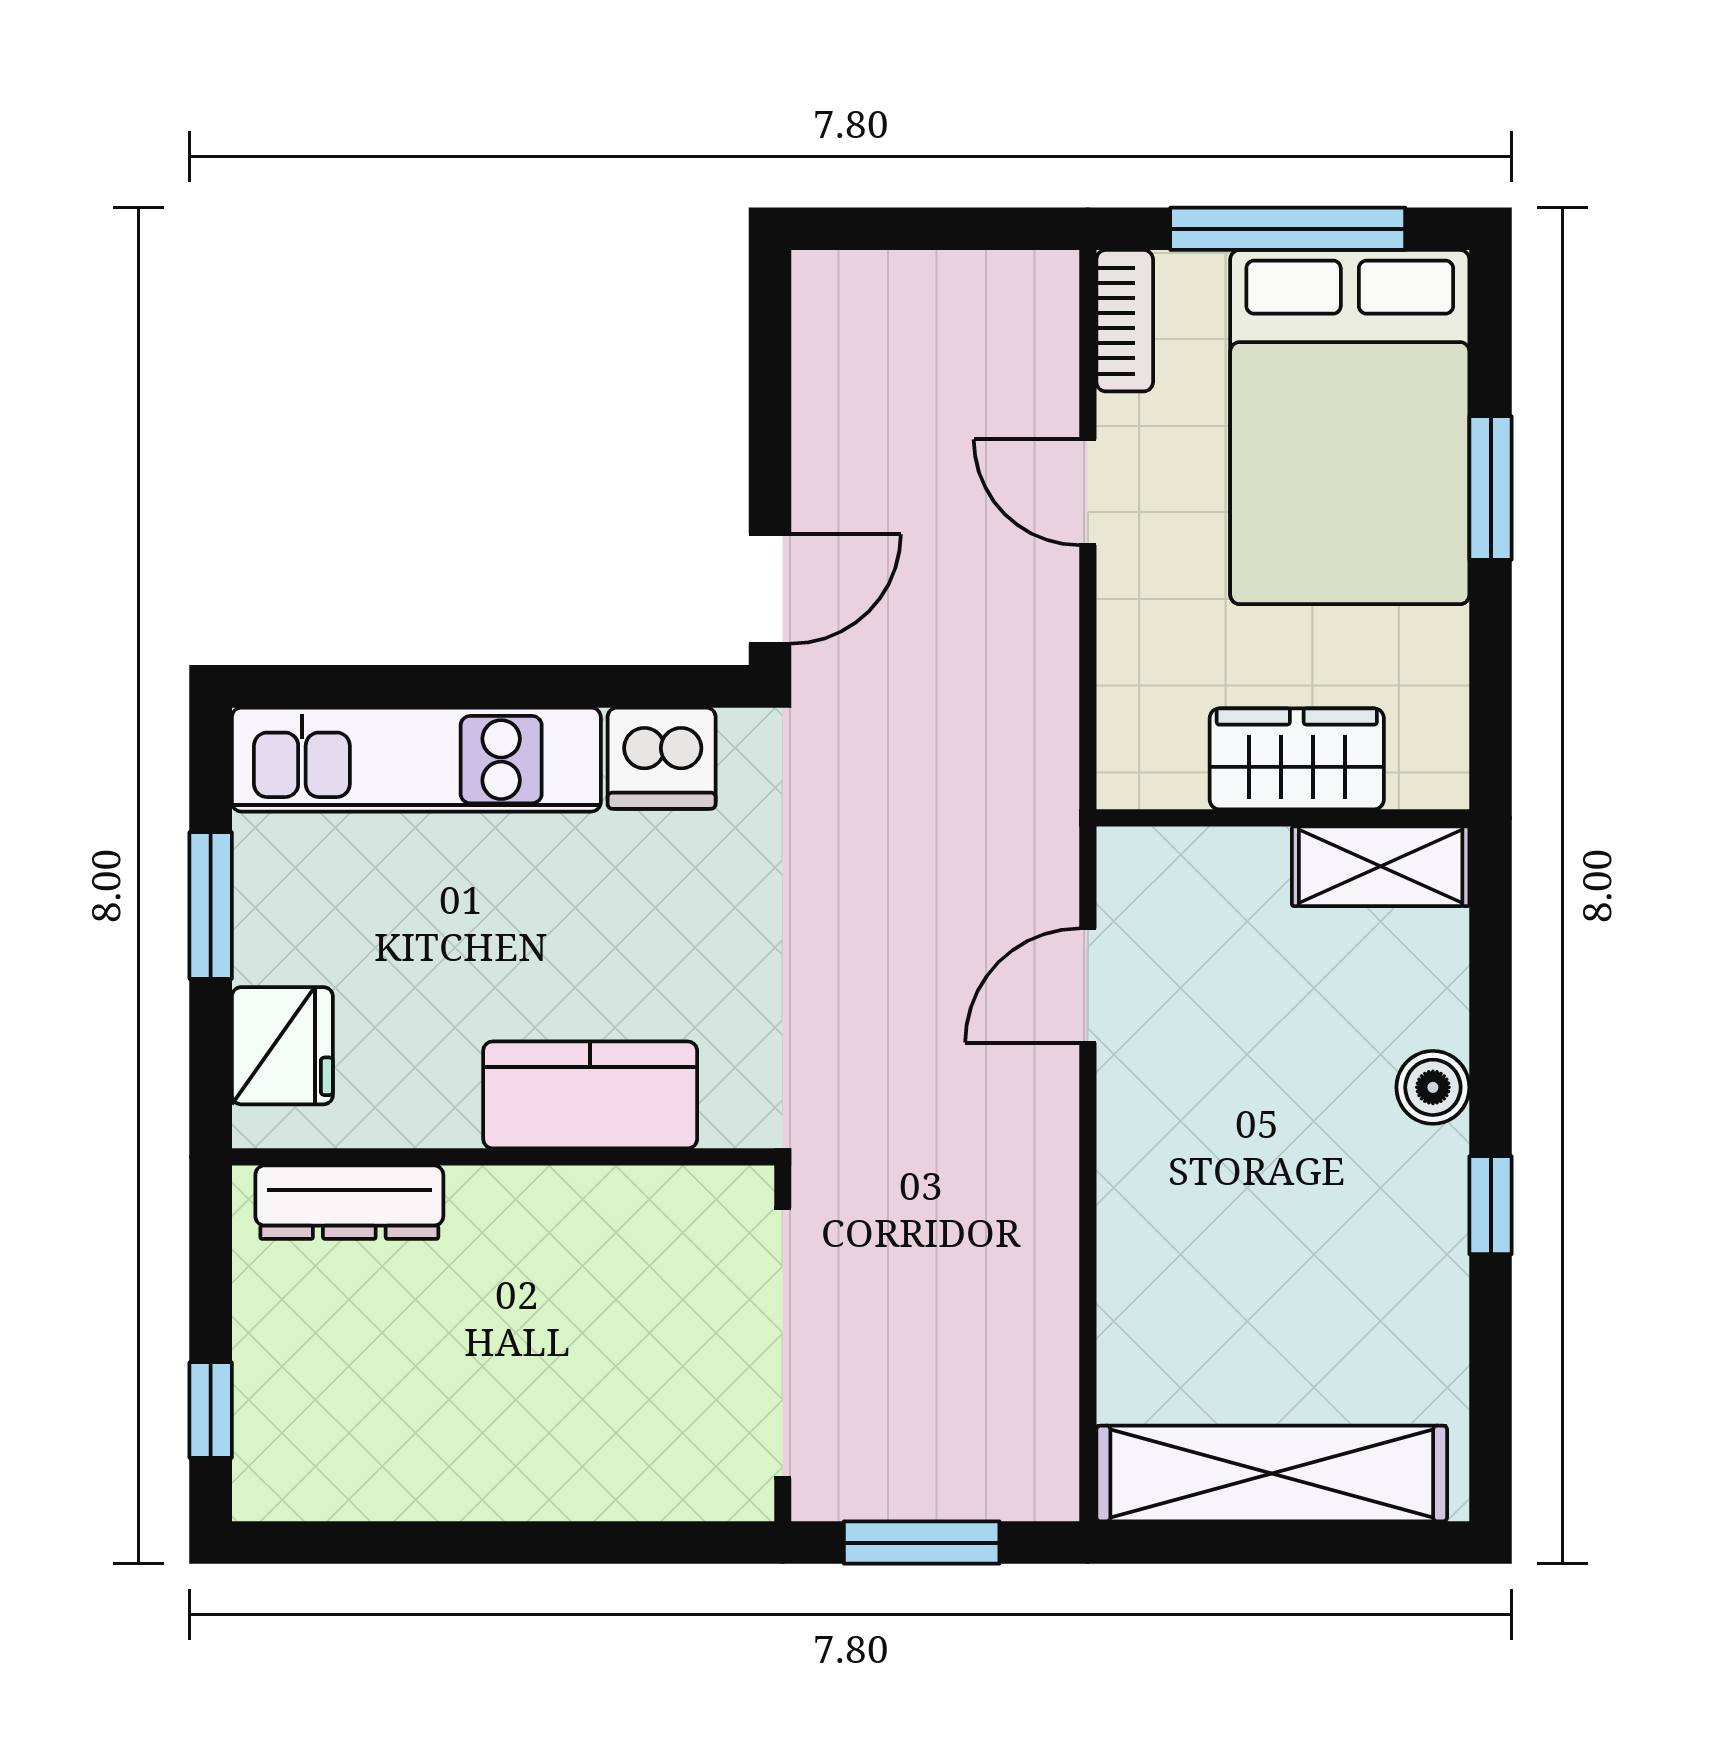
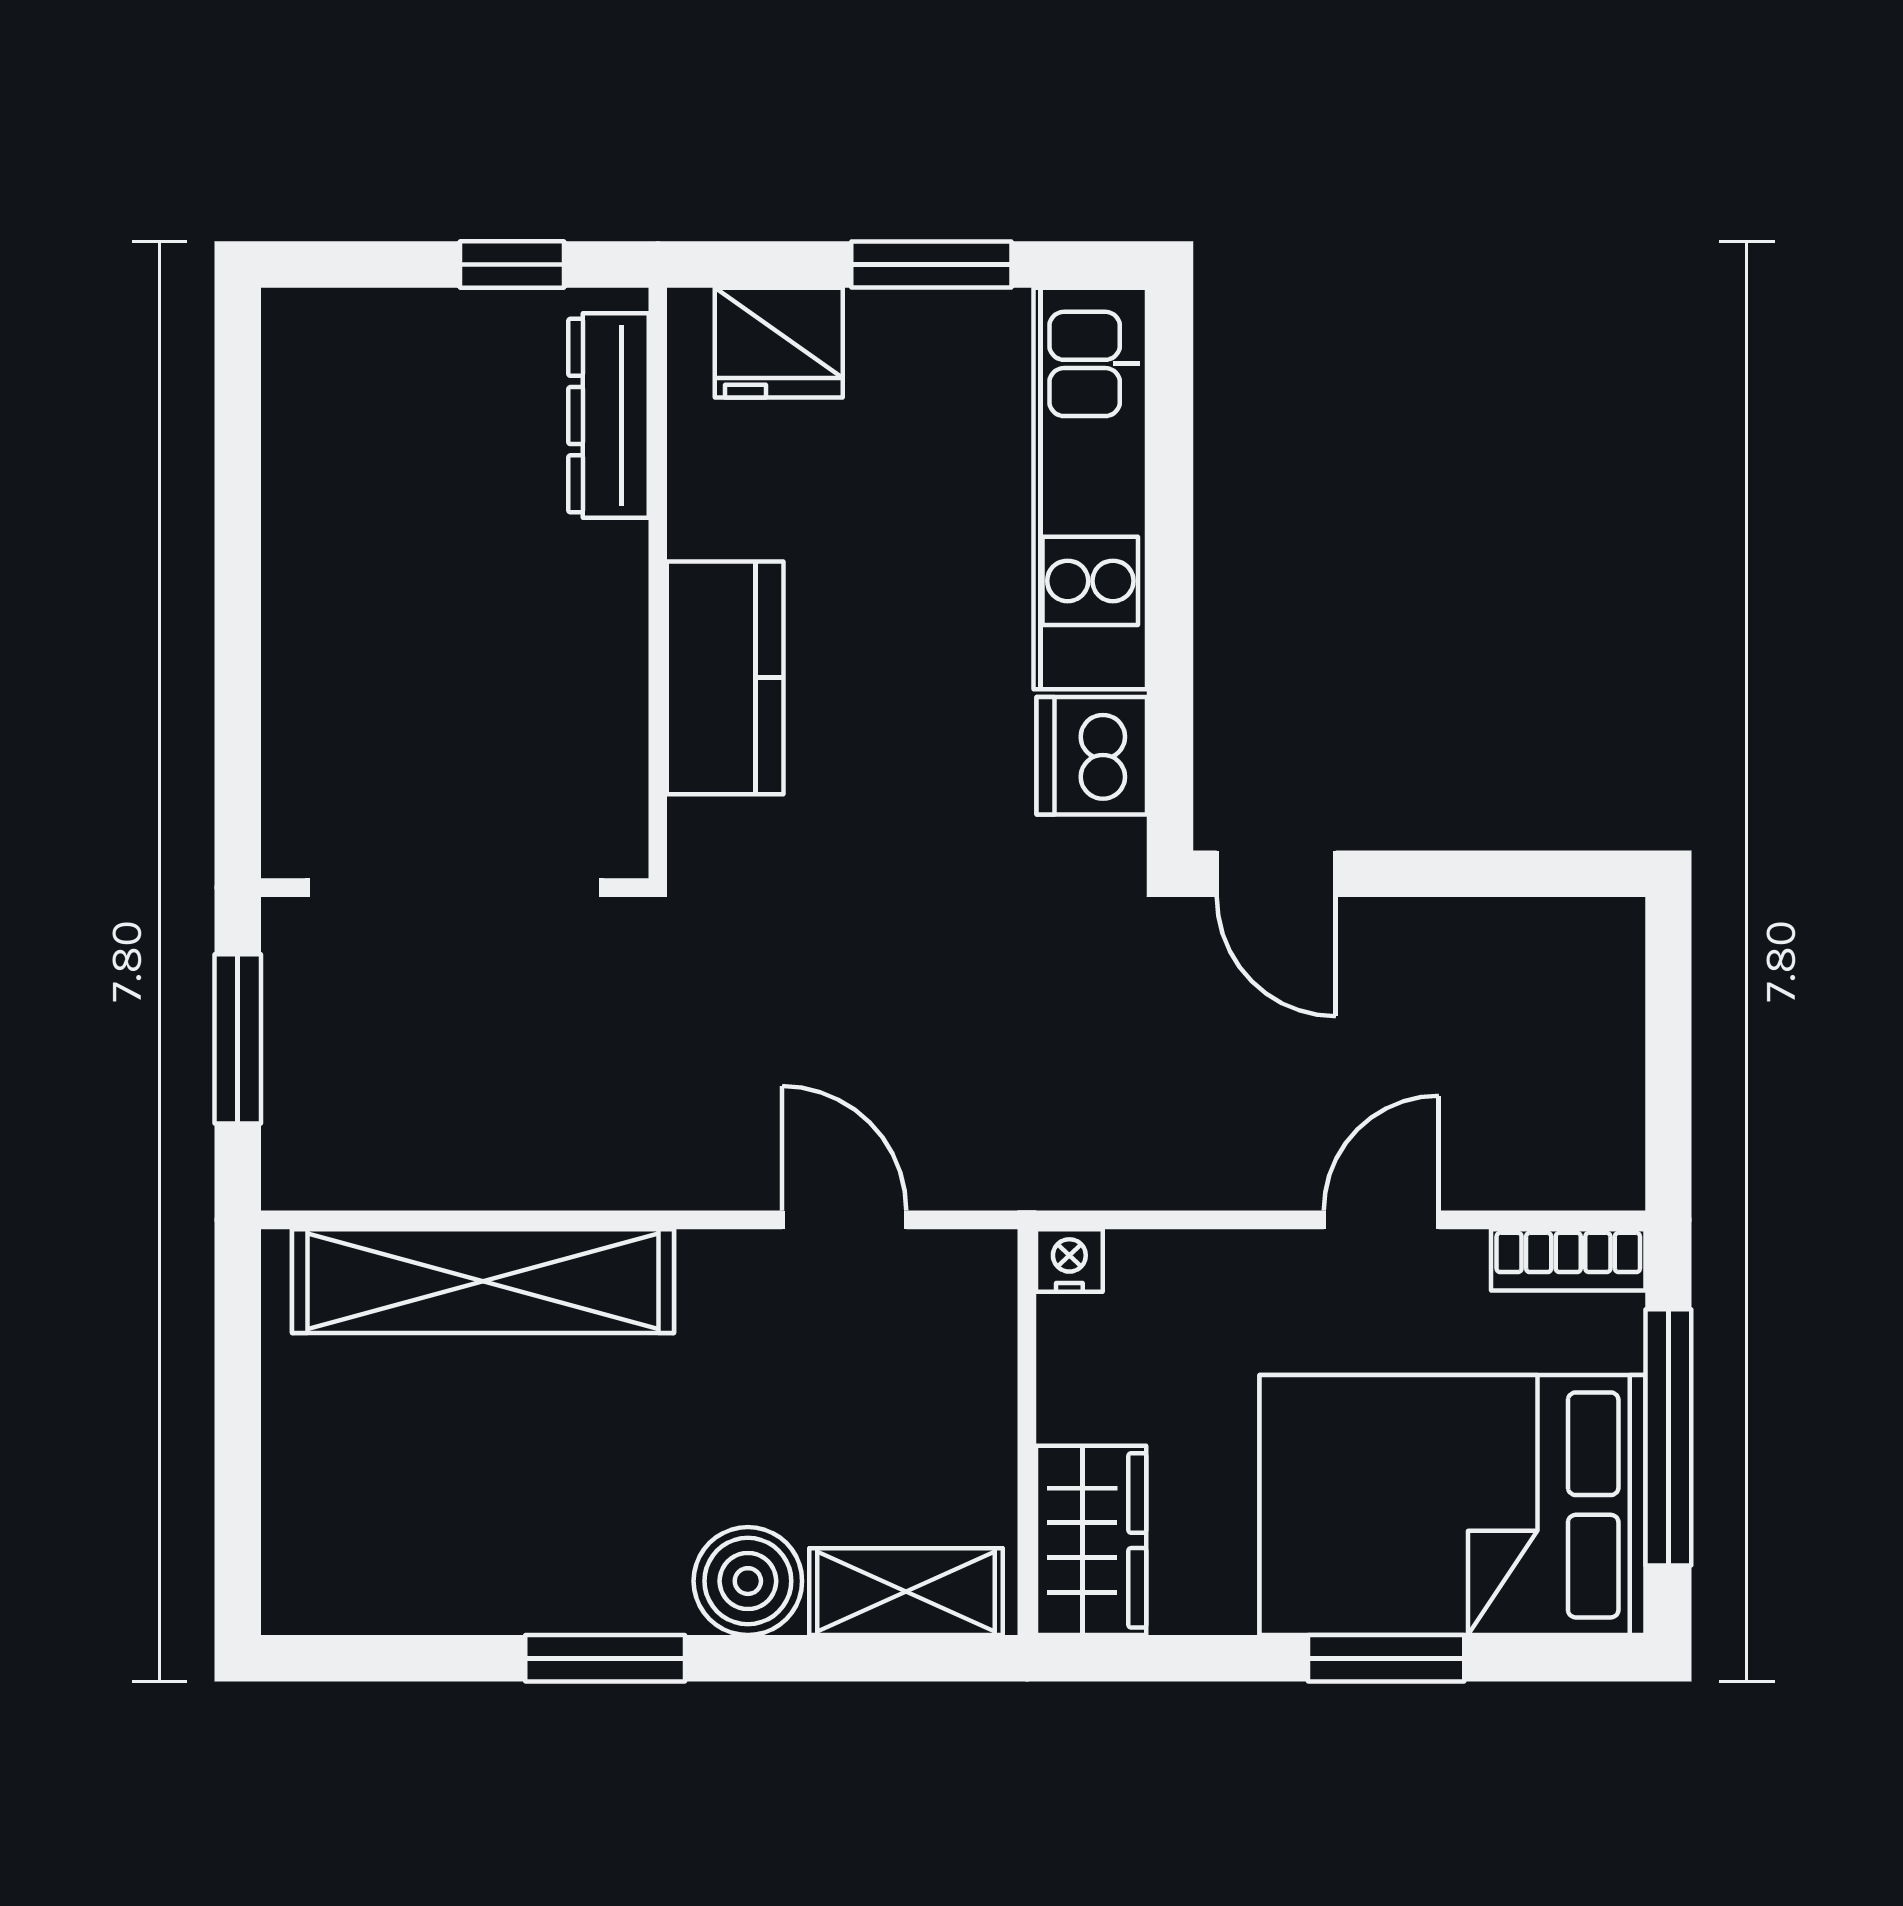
wardrobe: (1297, 759) -> (1091, 1540), moved
nightstand: (1125, 779) -> (1069, 1260), added
shelving: (1381, 866) -> (906, 1592), moved, turned 90
boiler: (1433, 1087) -> (748, 1581), width x1.36, depth x1.36
window: (1491, 1205) -> (605, 1658), width x1.50
window: (211, 1410) -> (512, 265), moved
shelving: (1272, 1474) -> (483, 1281), moved, turned 90

